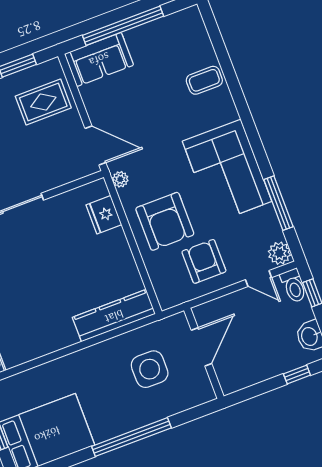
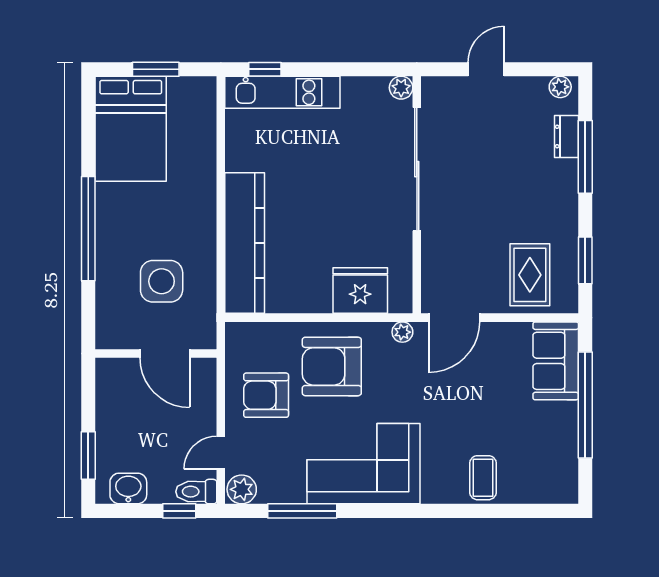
fridge: (104, 215) -> (360, 290), width x1.36, depth x1.34
armchair: (204, 261) -> (266, 395), turned 180
kitchen counter: (114, 316) -> (245, 243), width x1.39, depth x1.17
window: (297, 375) -> (88, 455), width x1.50

